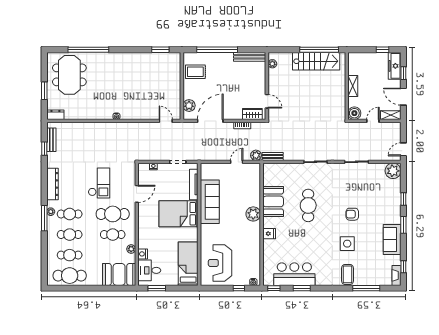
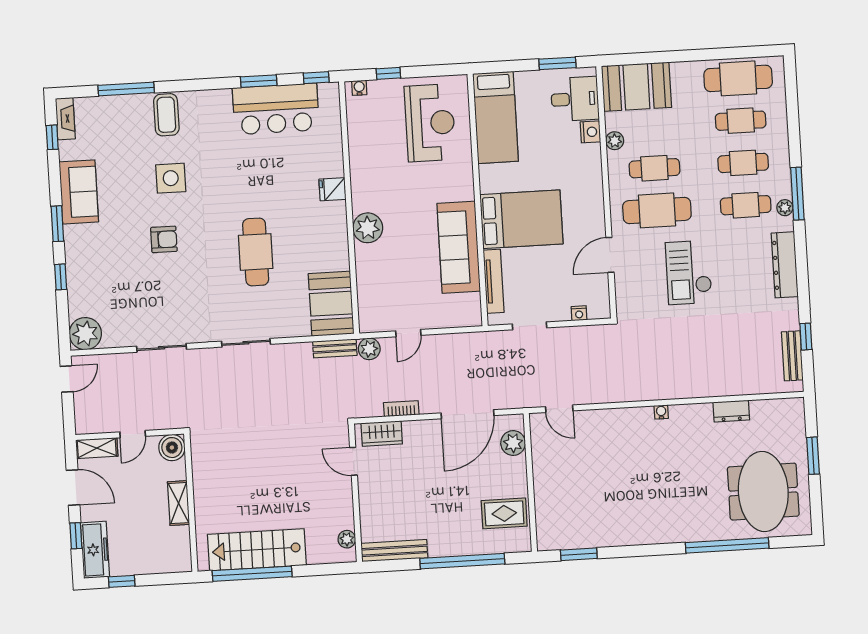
dresser: (55, 115) -> (731, 411), moved
booth: (273, 201) -> (331, 304), moved

